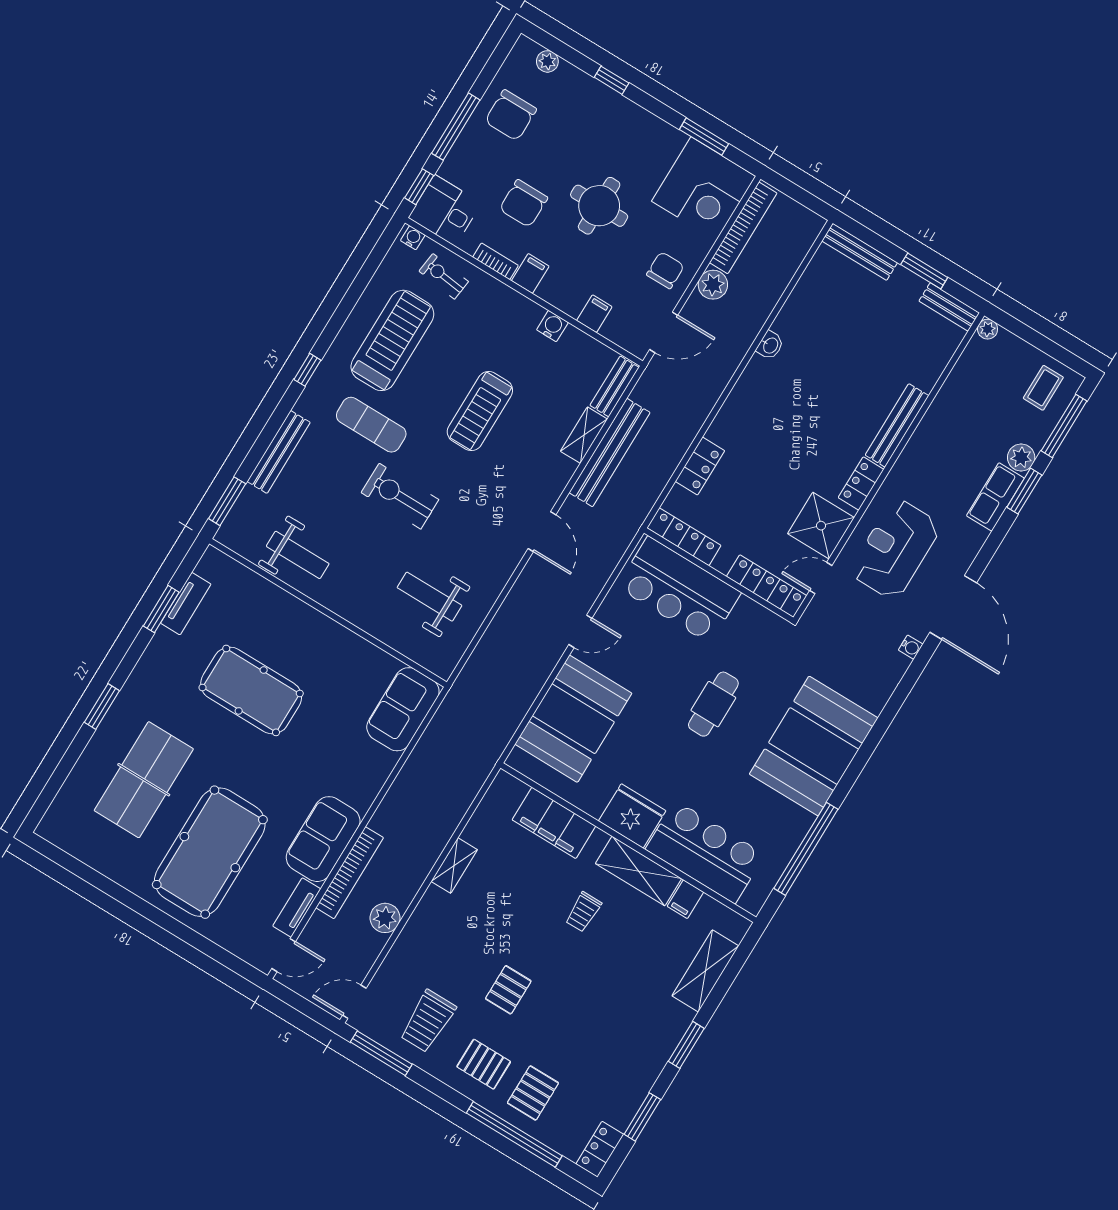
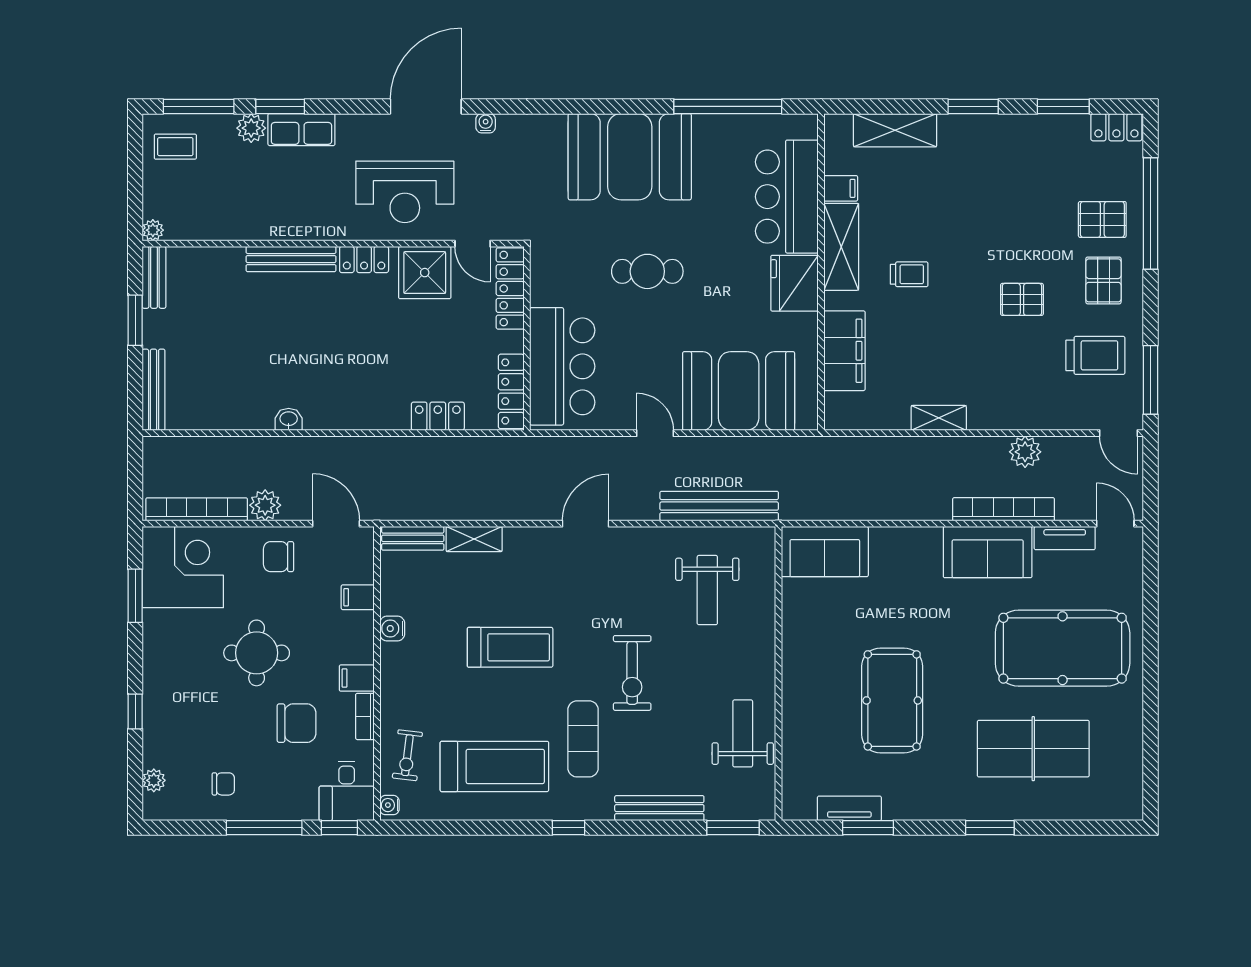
chair: (511, 115) -> (223, 784), width x0.54, depth x0.54
treadmill: (392, 340) -> (494, 766), turned 180
bench: (610, 453) -> (719, 506), moved

